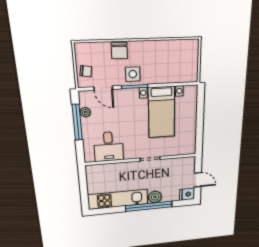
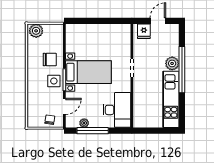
plant: (191, 50) -> (36, 31), added
chair: (119, 51) -> (50, 60), moved
bed with nightstands: (162, 112) -> (88, 72), moved
desk: (109, 147) -> (117, 110), width x1.37
fridge: (187, 194) -> (144, 31), moved

